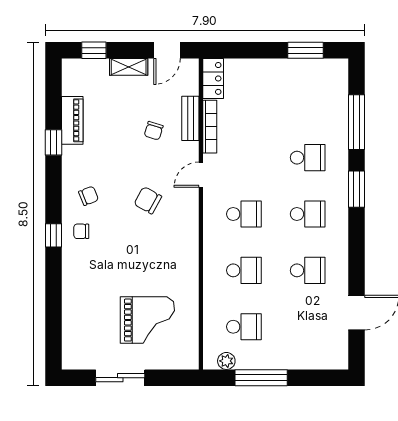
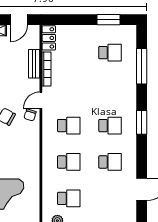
chair: (154, 131) -> (30, 115), moved
school desk: (308, 158) -> (110, 53), moved
window: (357, 189) -> (142, 122), moved

